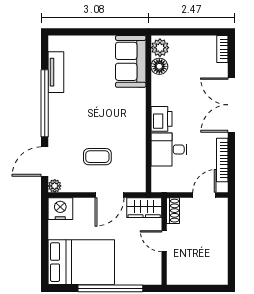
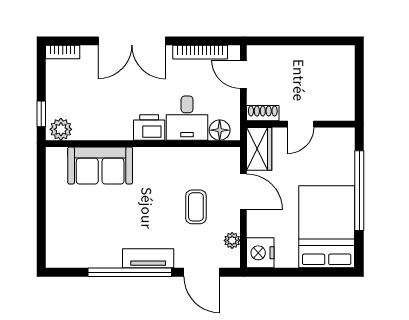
window: (172, 32) -> (41, 114), added
sofa: (131, 61) -> (100, 165), moved
floor lamp: (159, 66) -> (220, 130), moved
tv unit: (56, 72) -> (148, 258), moved
plant: (55, 186) -> (232, 240), moved

